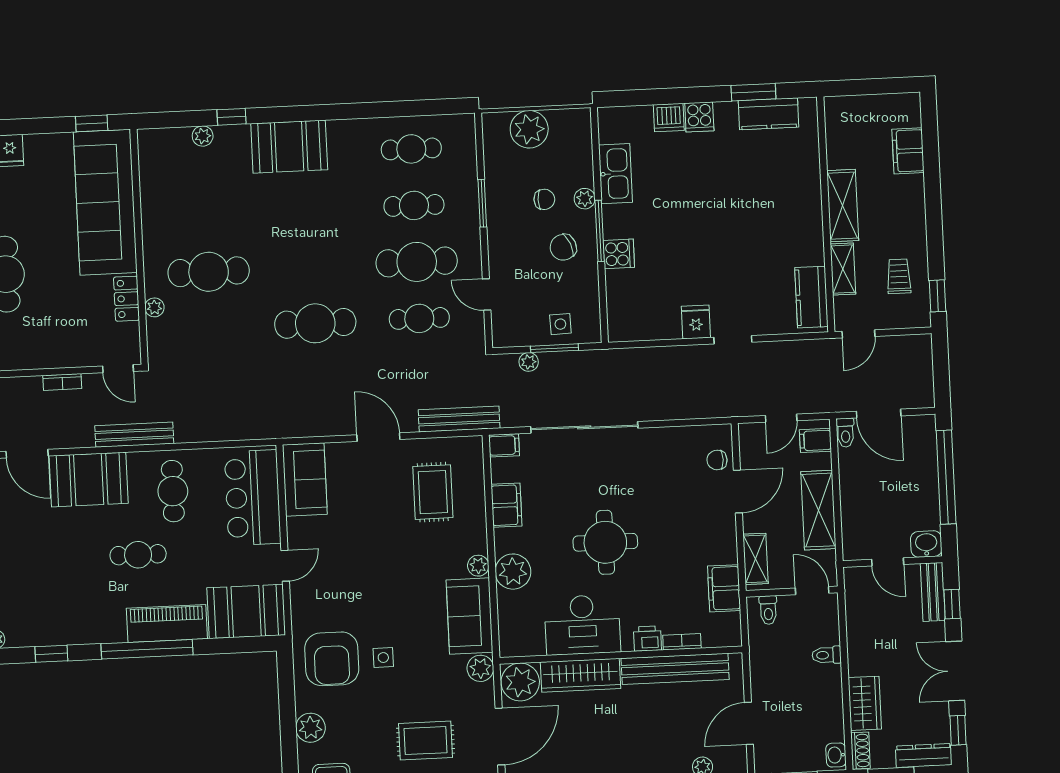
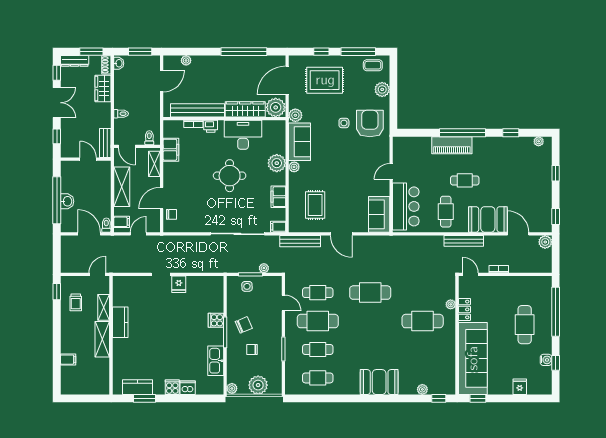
window: (232, 117) -> (439, 398), moved
filing cabinet: (908, 151) -> (68, 360), width x0.50
plant: (585, 199) -> (232, 388), moved
kitchen counter: (811, 297) -> (120, 322), moved
washbasin: (926, 544) -> (67, 201), moved, turned -90
bench: (933, 592) -> (105, 143), moved
booth: (246, 611) -> (412, 149), removed
rug: (426, 741) -> (325, 80), width x1.36, depth x1.43

